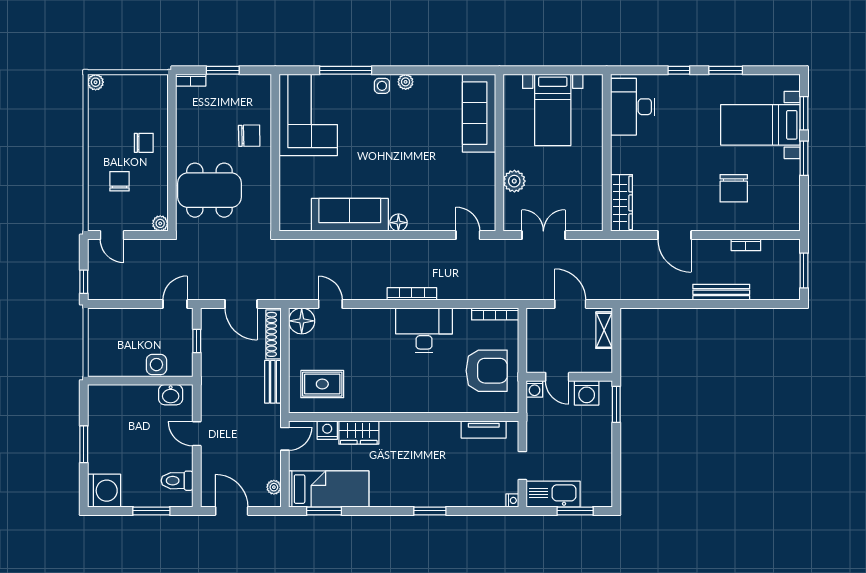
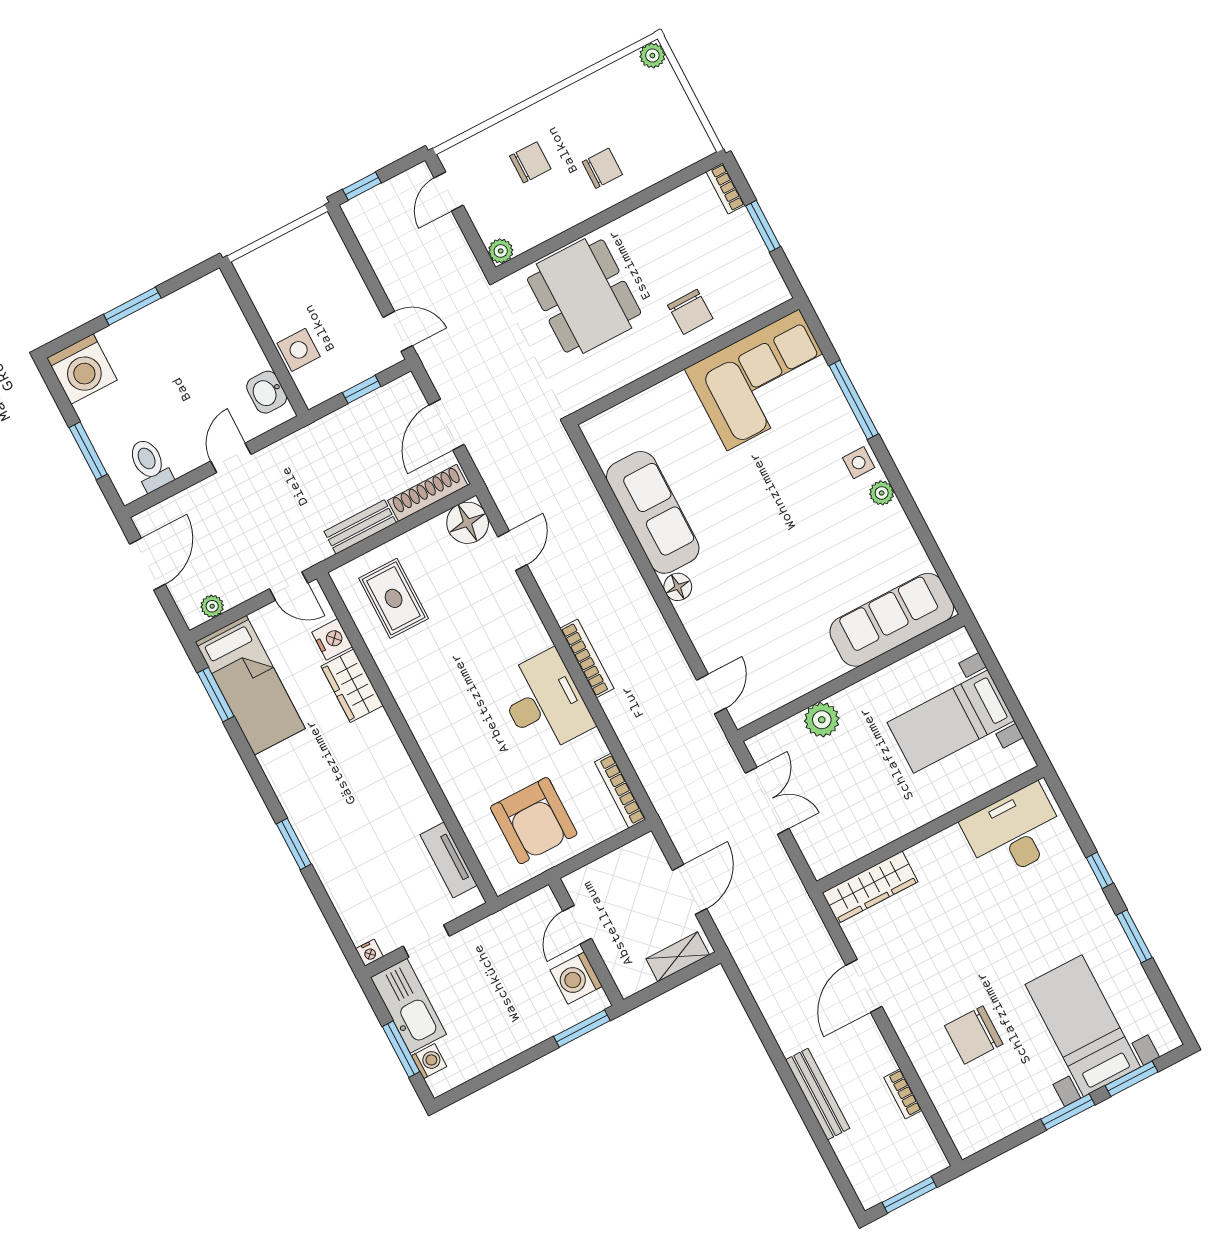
chair: (144, 143) -> (602, 168), turned -90
washing machine: (534, 389) -> (429, 1061), moved, turned 180

